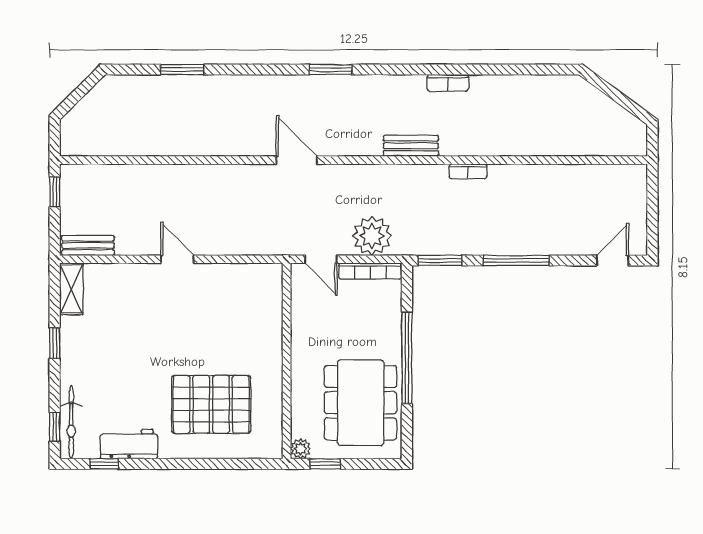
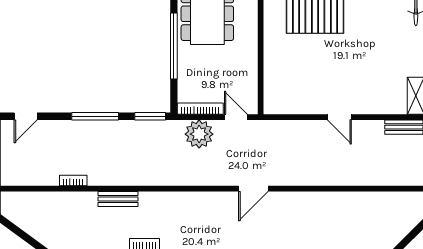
bench: (411, 146) -> (118, 199), moved
door: (297, 160) -> (253, 189), hinge flipped
bookcase: (468, 171) -> (73, 181), moved

